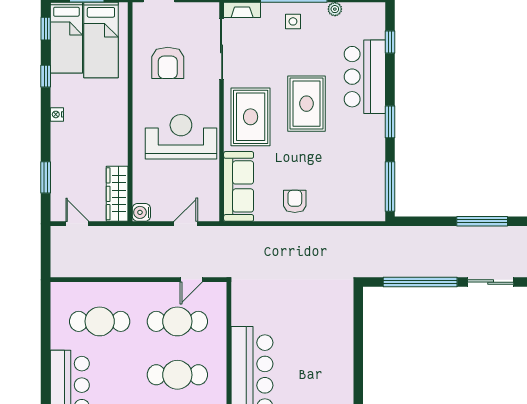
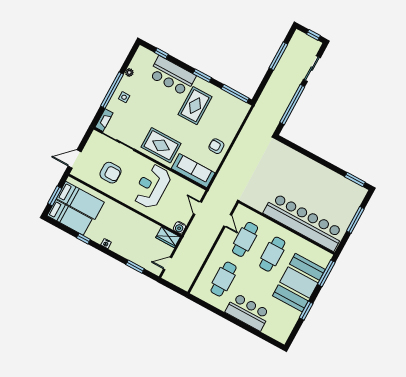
window: (46, 29) -> (59, 225), removed
rug: (306, 104) -> (195, 106), moved, turned 90
wardrobe: (117, 194) -> (168, 237), width x0.67

